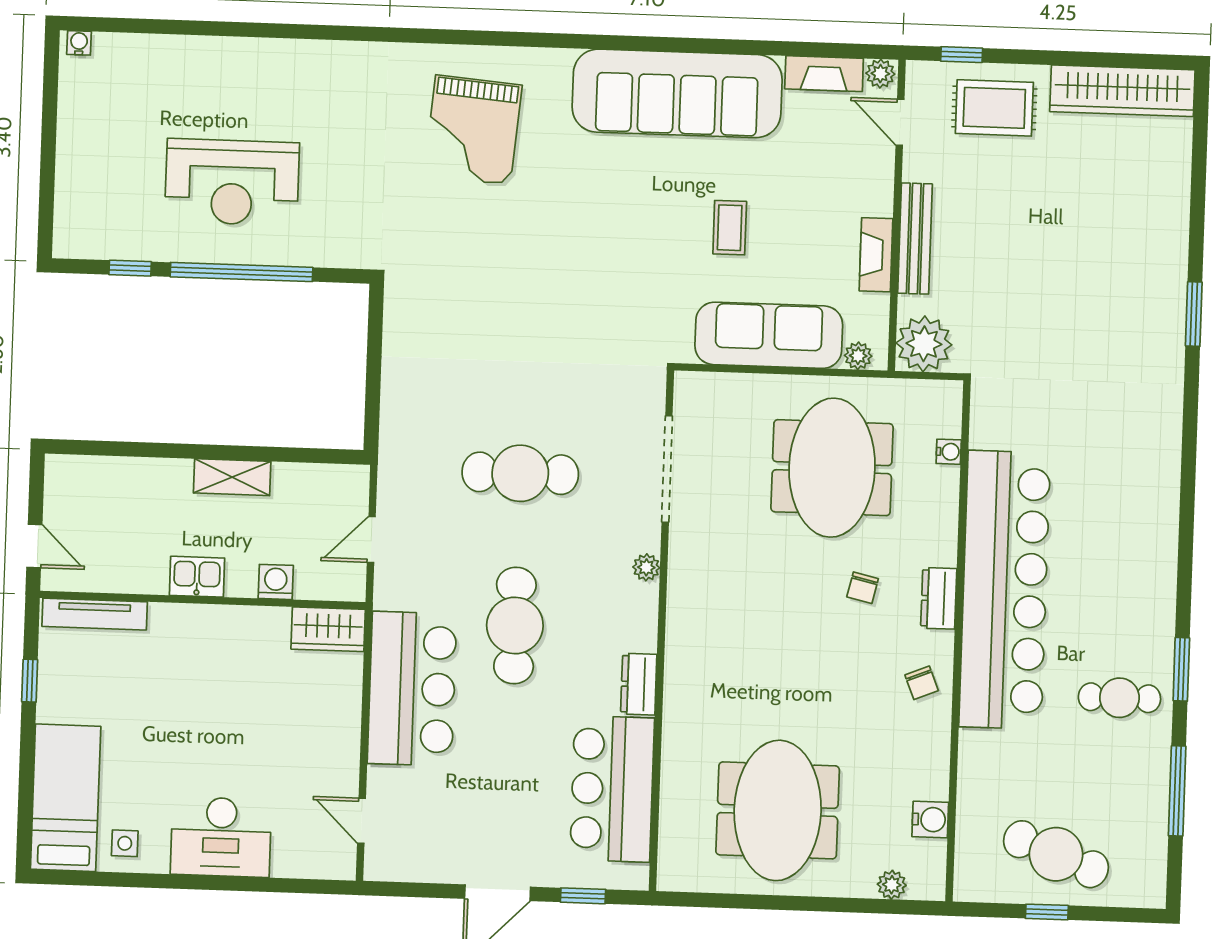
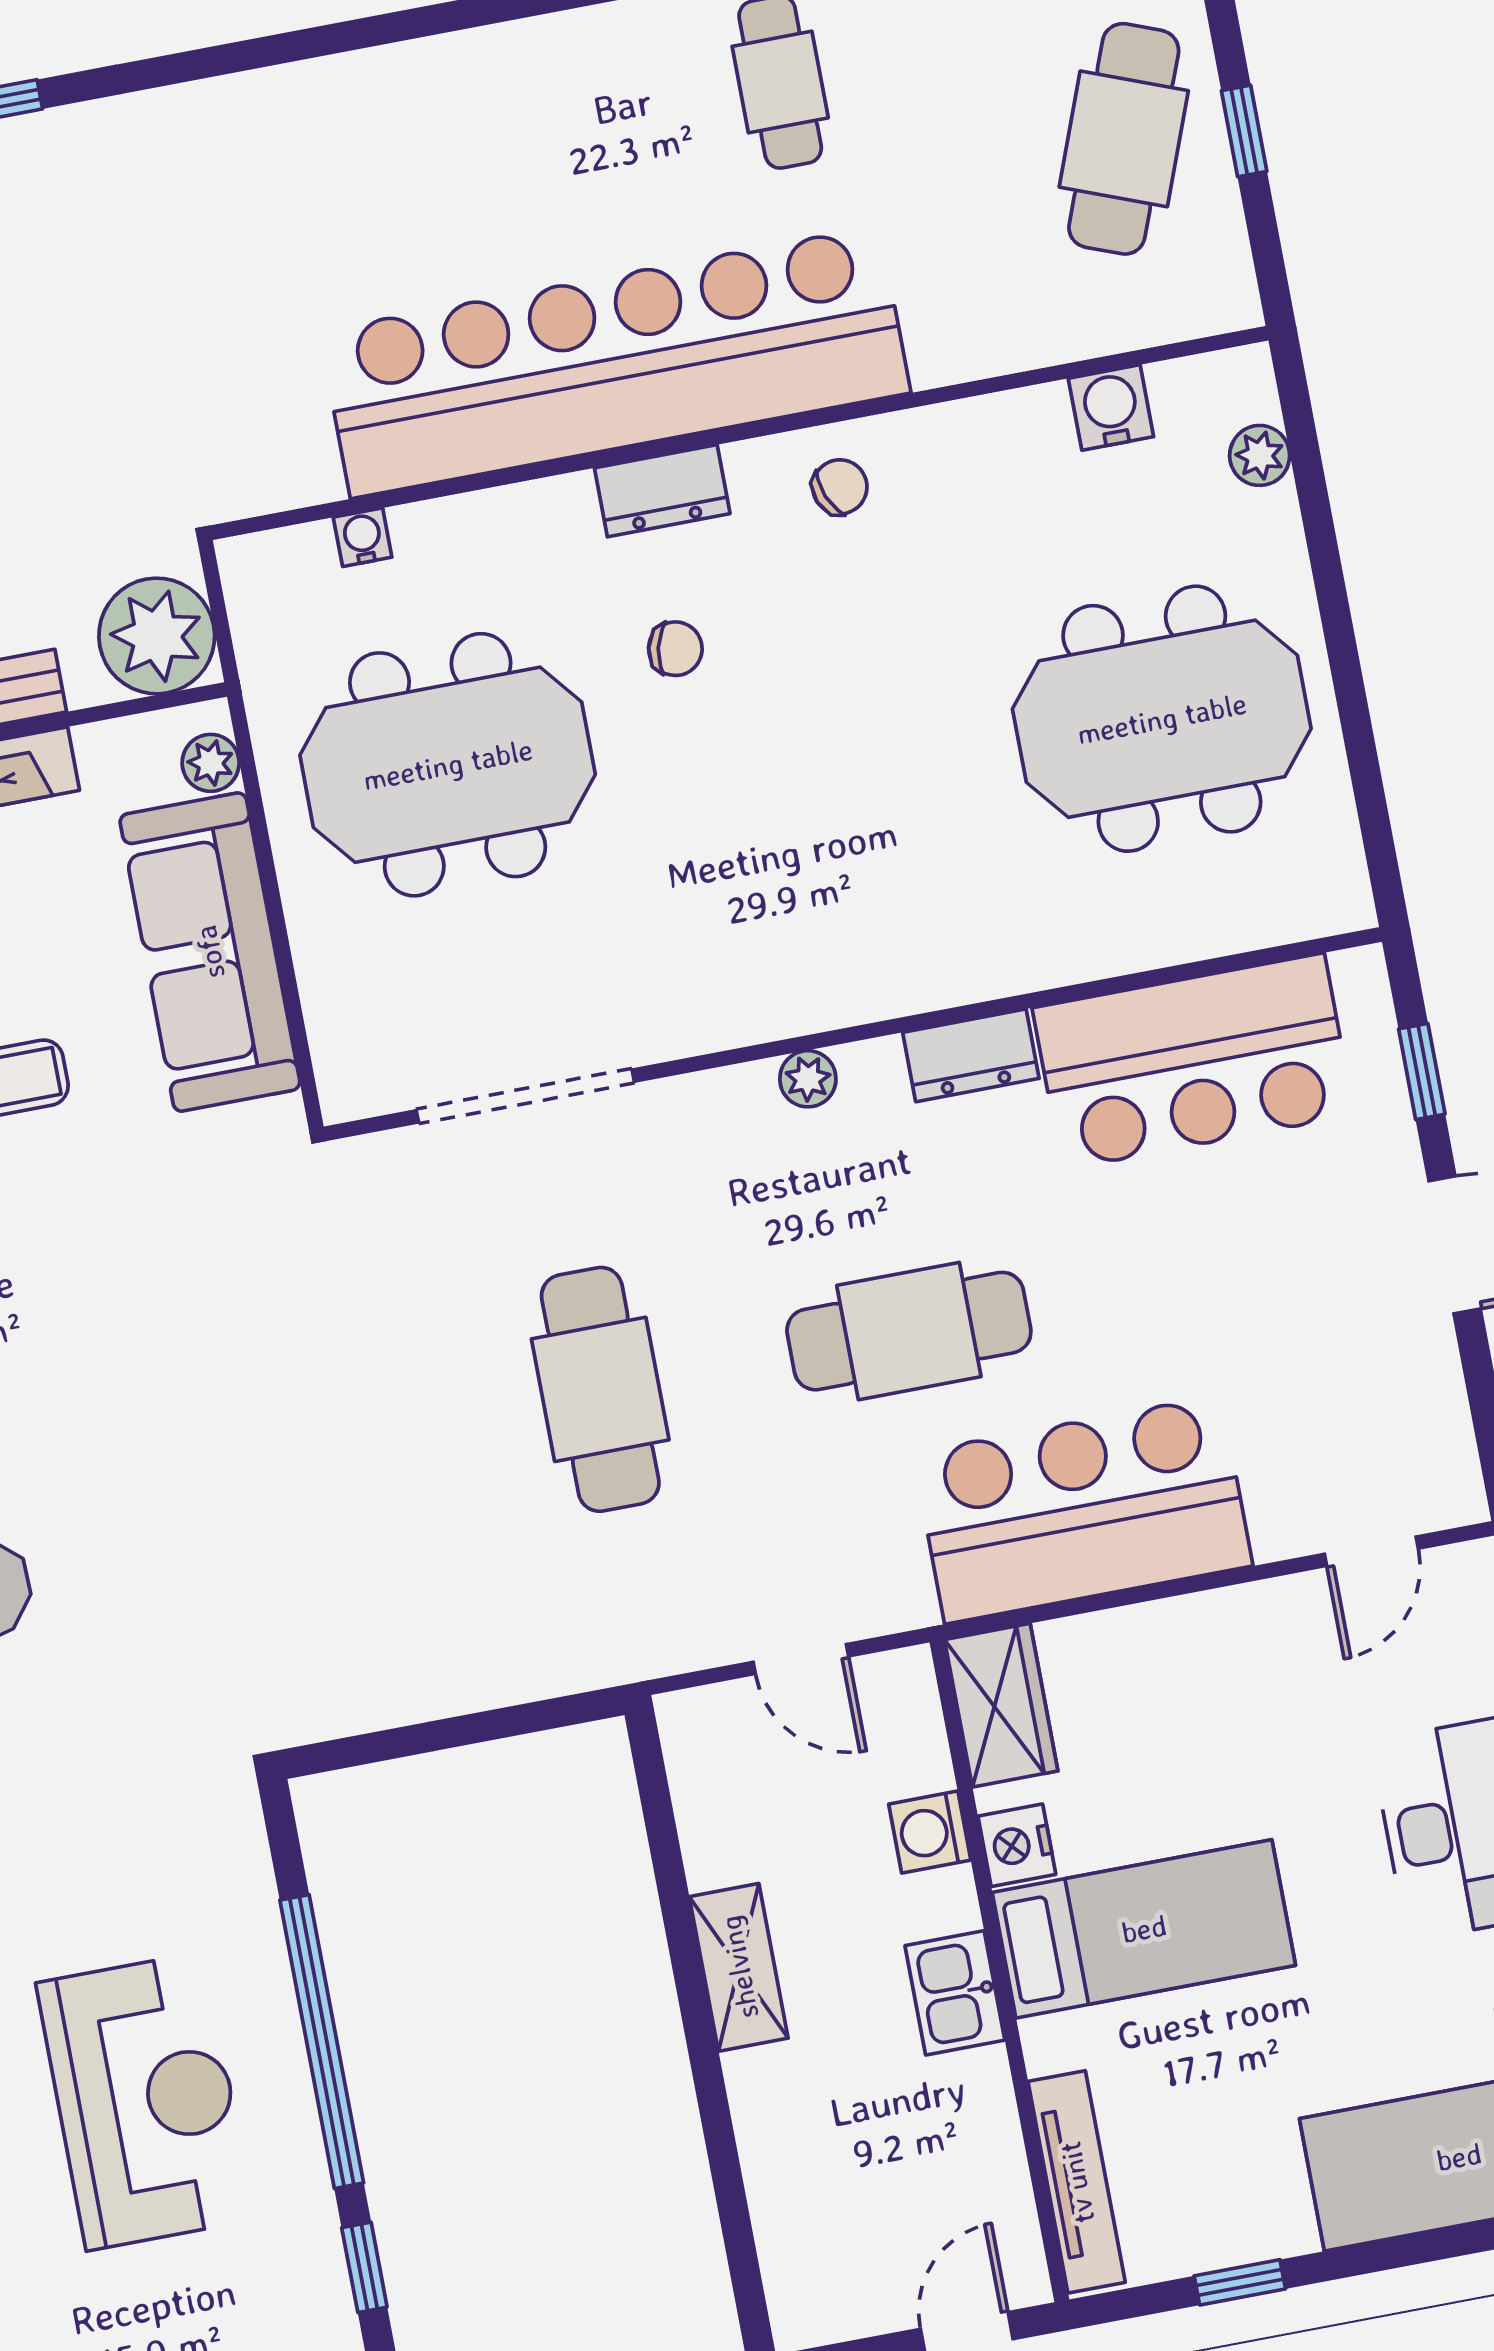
plant: (646, 567) -> (808, 1079), moved
nightstand: (260, 622) -> (1017, 1845), added
bed: (207, 673) -> (1144, 1929), added

